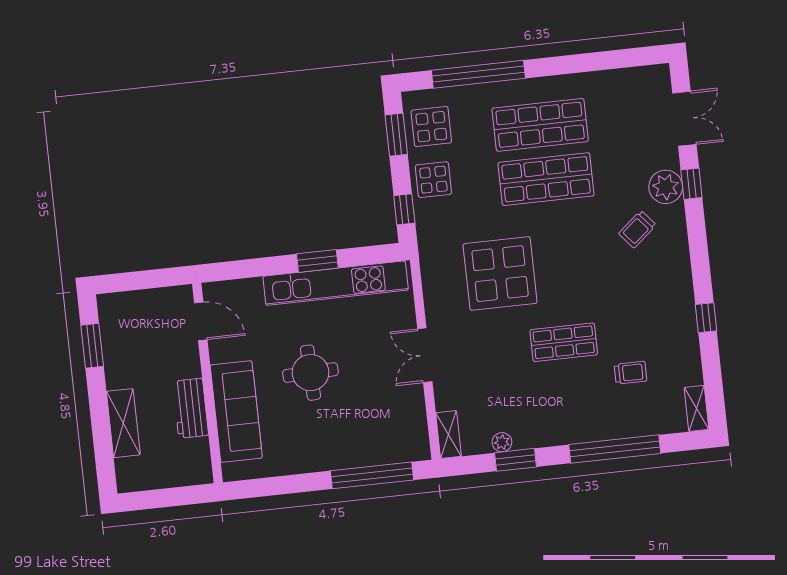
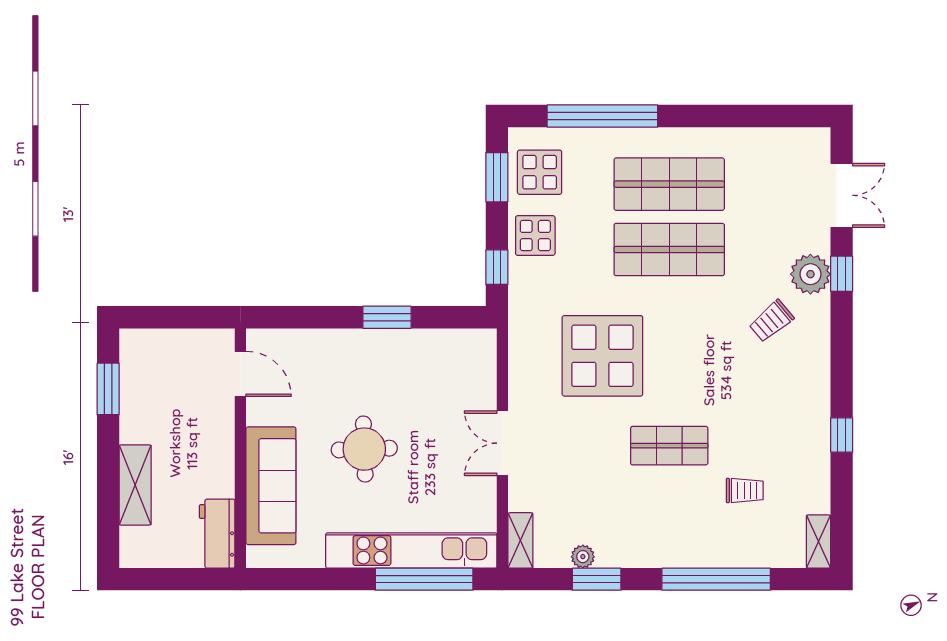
kitchen unit: (336, 283) -> (411, 550), moved, turned 180
workbench: (191, 408) -> (217, 534), moved

